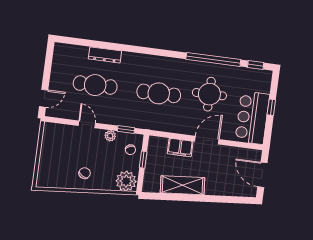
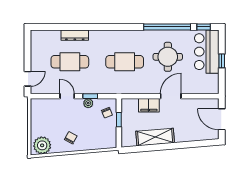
bar counter: (252, 118) -> (207, 52), moved
window: (126, 130) -> (90, 96), moved
plant: (126, 181) -> (42, 145), moved

